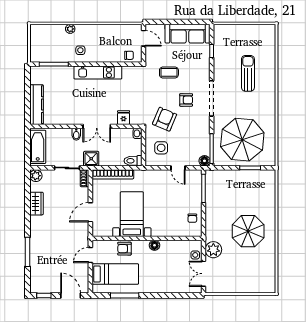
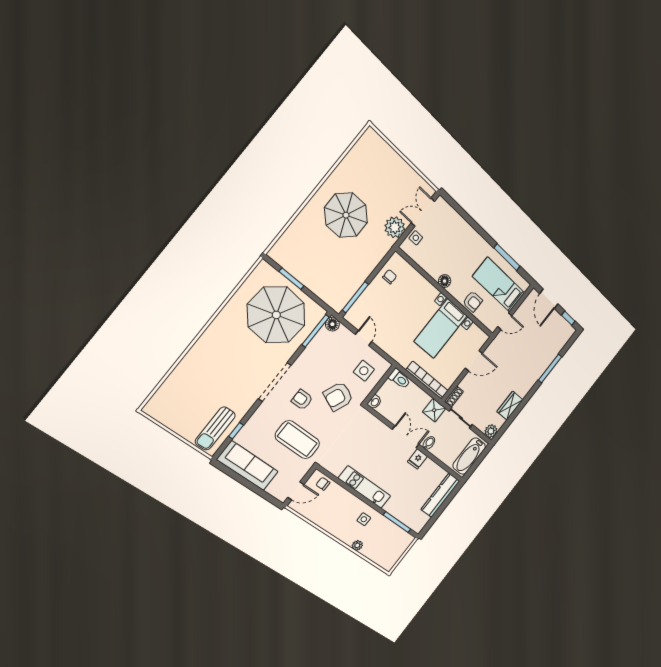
door: (143, 38) -> (296, 491), swing flipped
coffee table: (169, 72) -> (297, 440), width x1.86, depth x1.72
sun lounger: (248, 73) -> (215, 428), moved
fridge: (124, 118) -> (417, 459), moved
double door: (204, 274) -> (423, 212), swing flipped

